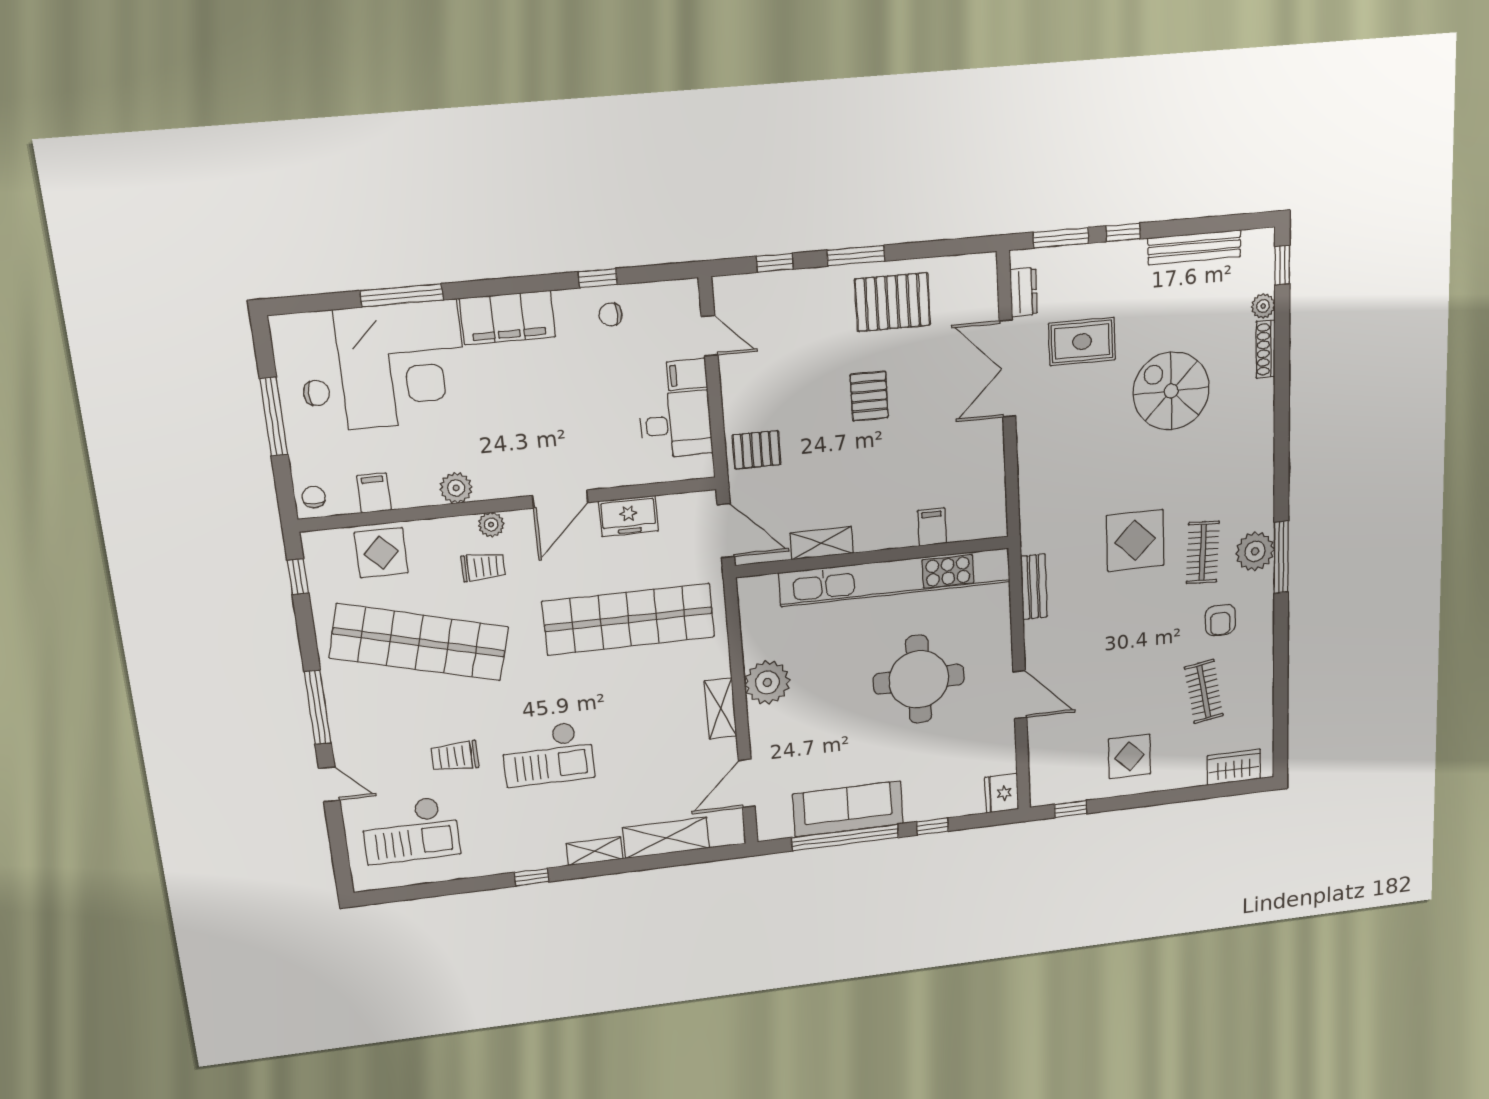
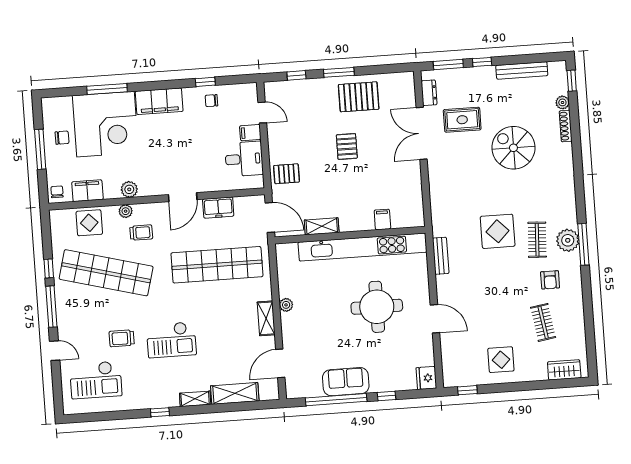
filing cabinet: (374, 493) -> (87, 191), width x2.00
plant: (491, 525) -> (126, 211), moved
window: (298, 577) -> (49, 268), moved
plant: (767, 682) -> (286, 305), width x0.53, depth x0.53
sofa: (848, 809) -> (346, 382), width x0.73

